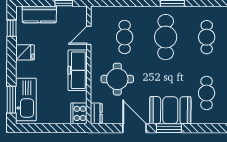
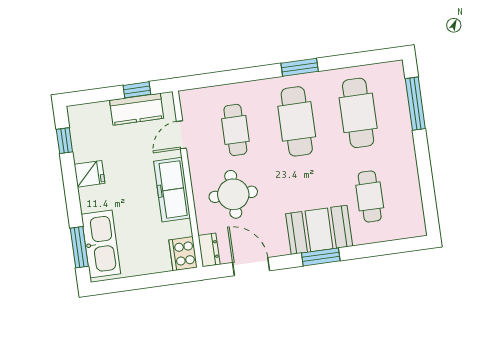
kitchen counter: (39, 14) -> (137, 109), moved
cafe table: (207, 37) -> (358, 113), width x1.37, depth x1.35
door: (134, 128) -> (251, 267), moved

